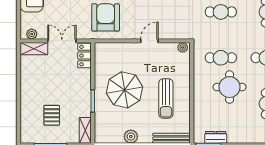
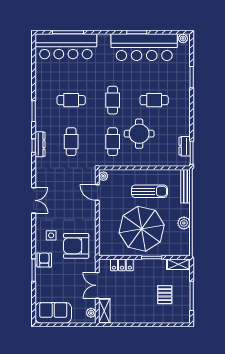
door: (149, 41) -> (97, 192), moved
locker: (85, 56) -> (122, 265), moved
parasol: (124, 90) -> (142, 229), width x1.36, depth x1.36
pallet: (52, 115) -> (165, 295), turned 90

